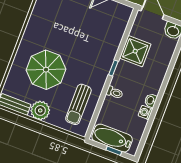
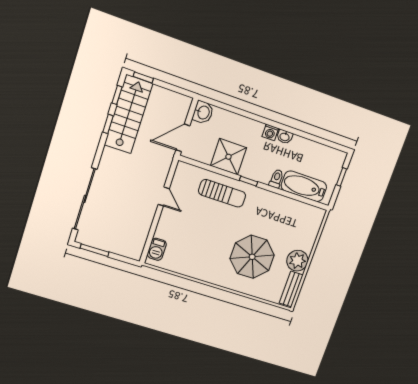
sun lounger: (78, 104) -> (222, 193), moved
washing machine: (145, 112) -> (270, 132), moved
bathtub: (112, 138) -> (304, 186), moved, turned 90

